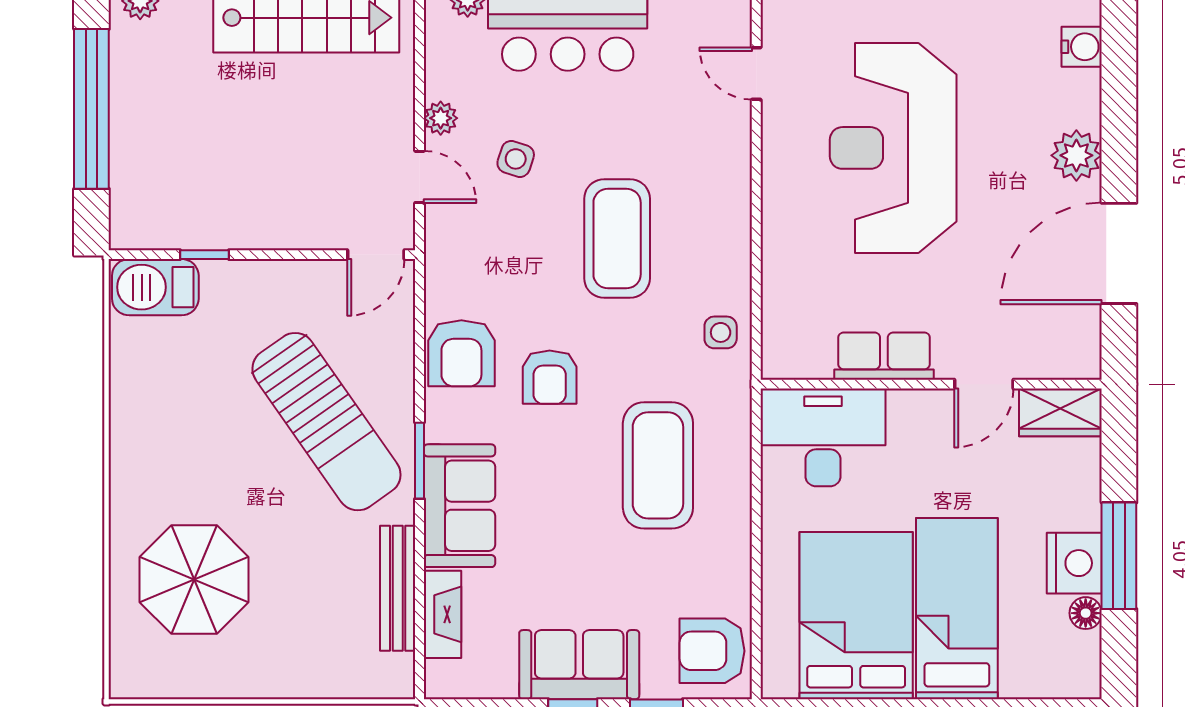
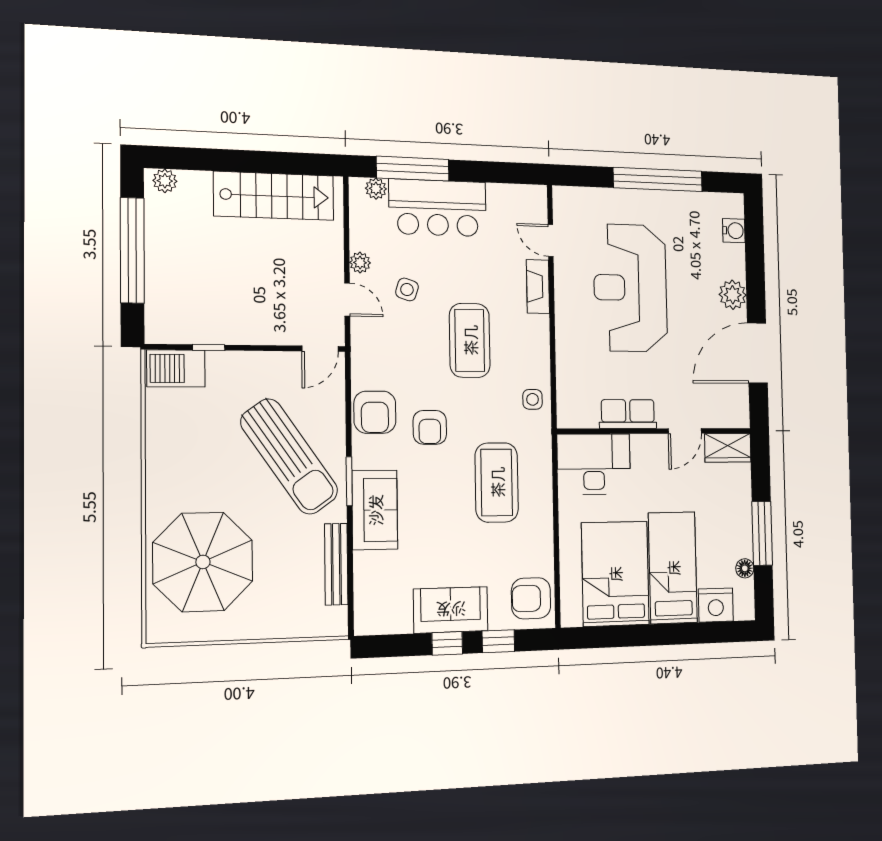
nightstand: (1074, 563) -> (716, 605), moved, turned 90
parasol: (194, 580) -> (203, 562), width x1.36, depth x1.36
fireplace: (443, 614) -> (538, 287), moved, turned 180

